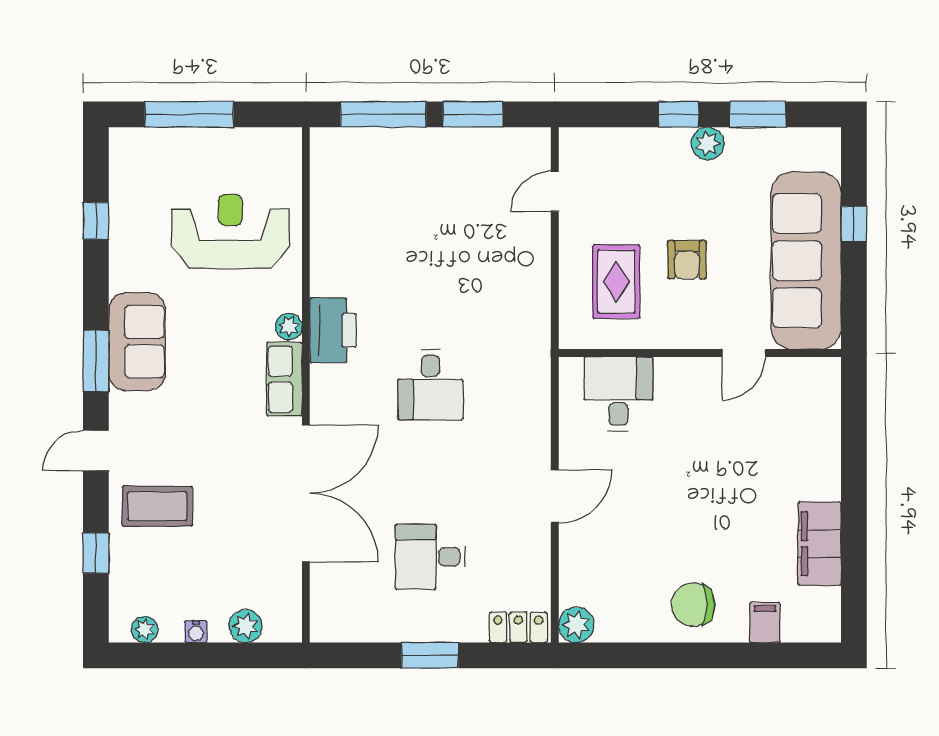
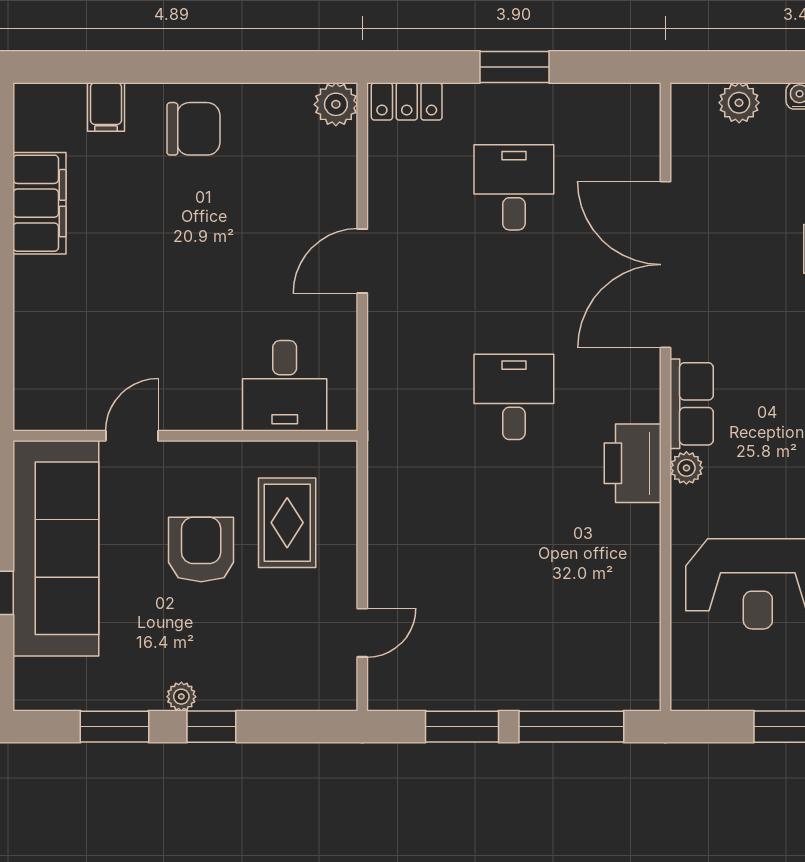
plant: (708, 143) -> (181, 697), width x0.73, depth x0.73
armchair: (687, 260) -> (201, 549), width x1.38, depth x1.38
desk: (430, 557) -> (514, 187), turned -90

